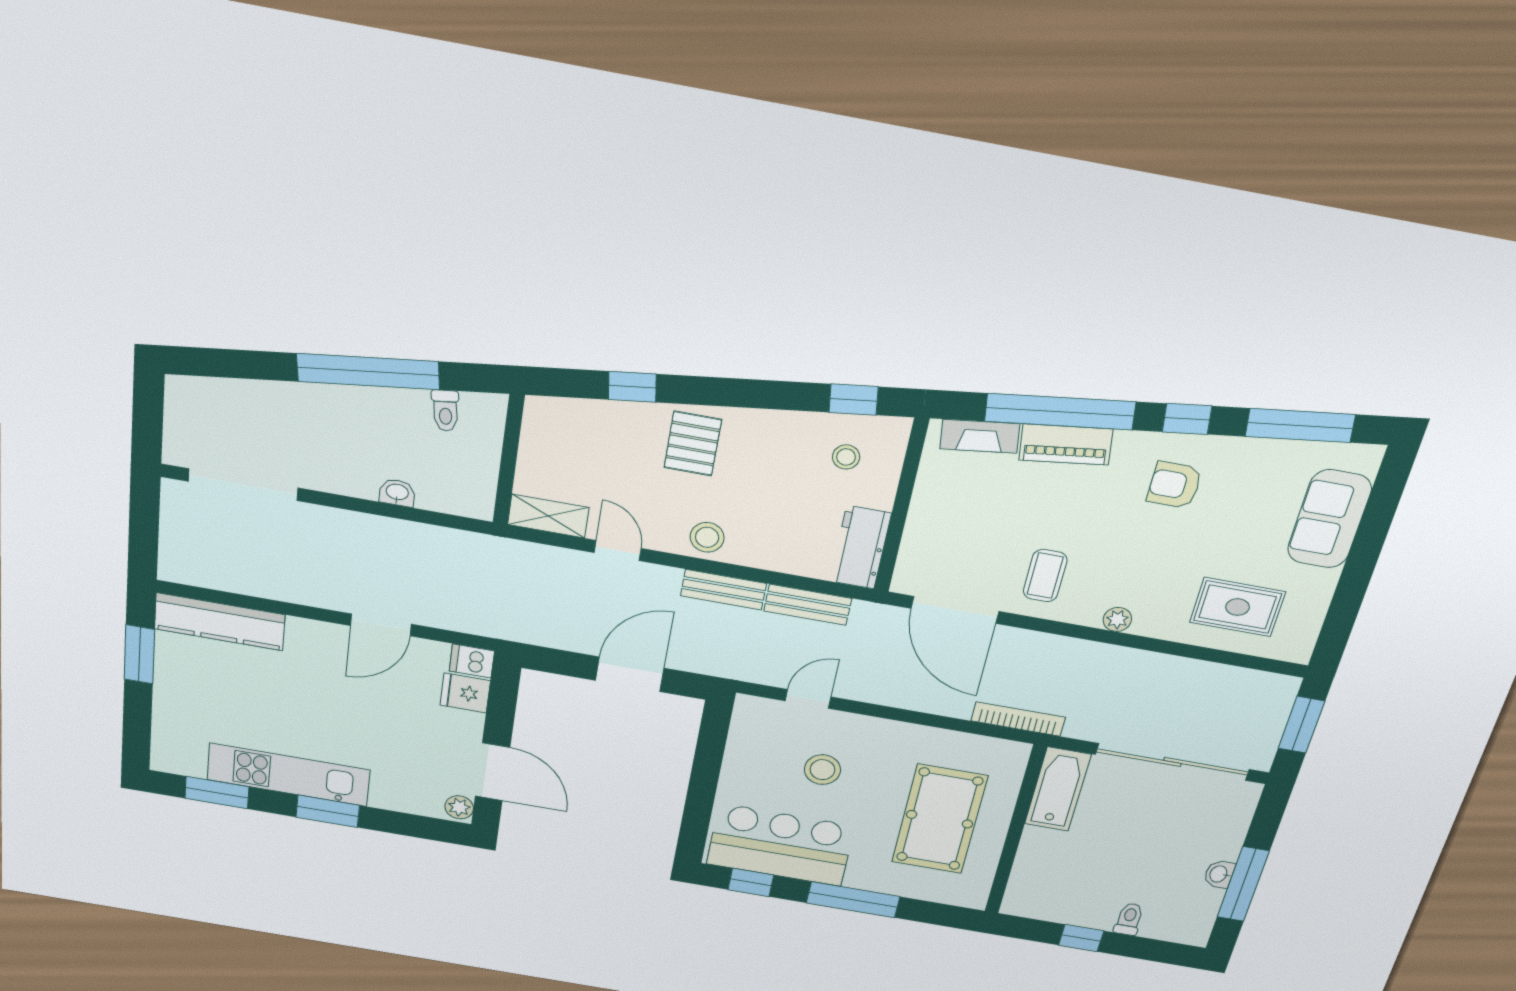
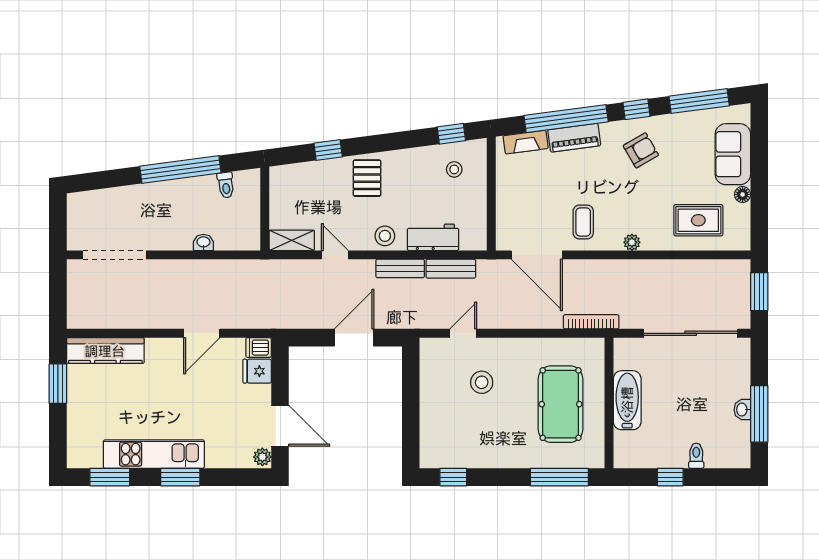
armchair: (1175, 485) -> (641, 150), turned 150
workbench: (860, 547) -> (433, 237), moved, turned 90
floor lamp: (1324, 582) -> (743, 194), added
bathtub: (1058, 789) -> (627, 400), moved
bar counter: (780, 845) -> (466, 444), removed
window: (853, 900) -> (559, 477), moved

